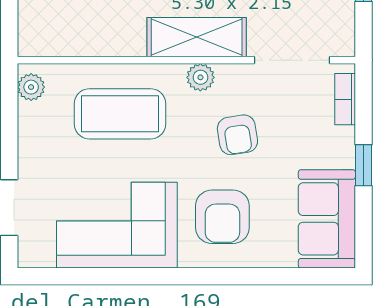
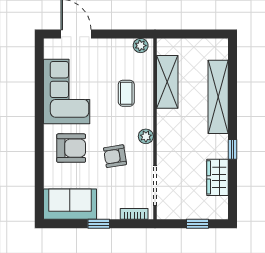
shelving: (197, 37) -> (167, 82), moved
coffee table: (120, 114) -> (126, 93), width x0.54, depth x0.58
armchair: (222, 217) -> (71, 148), turned 180

